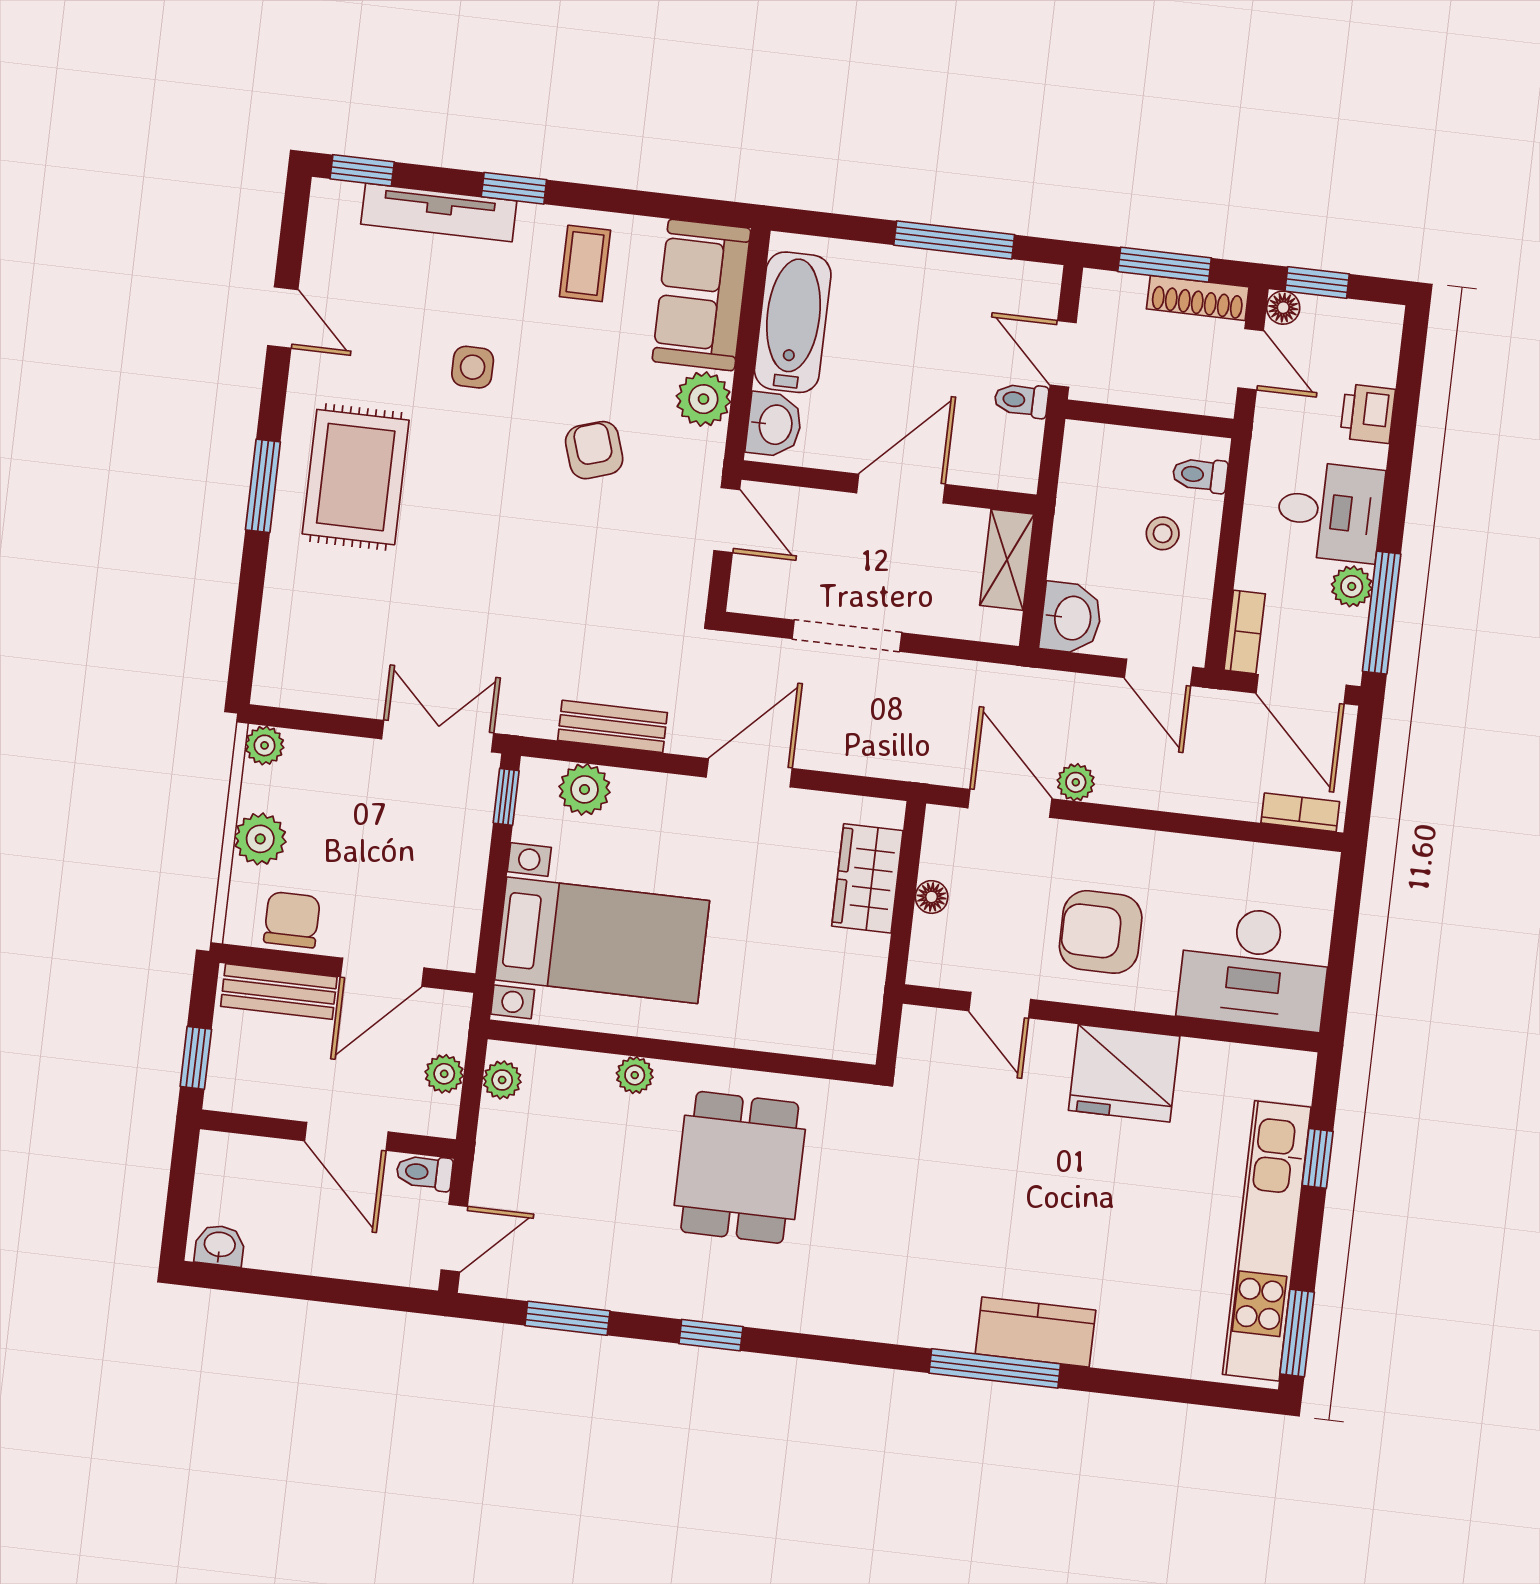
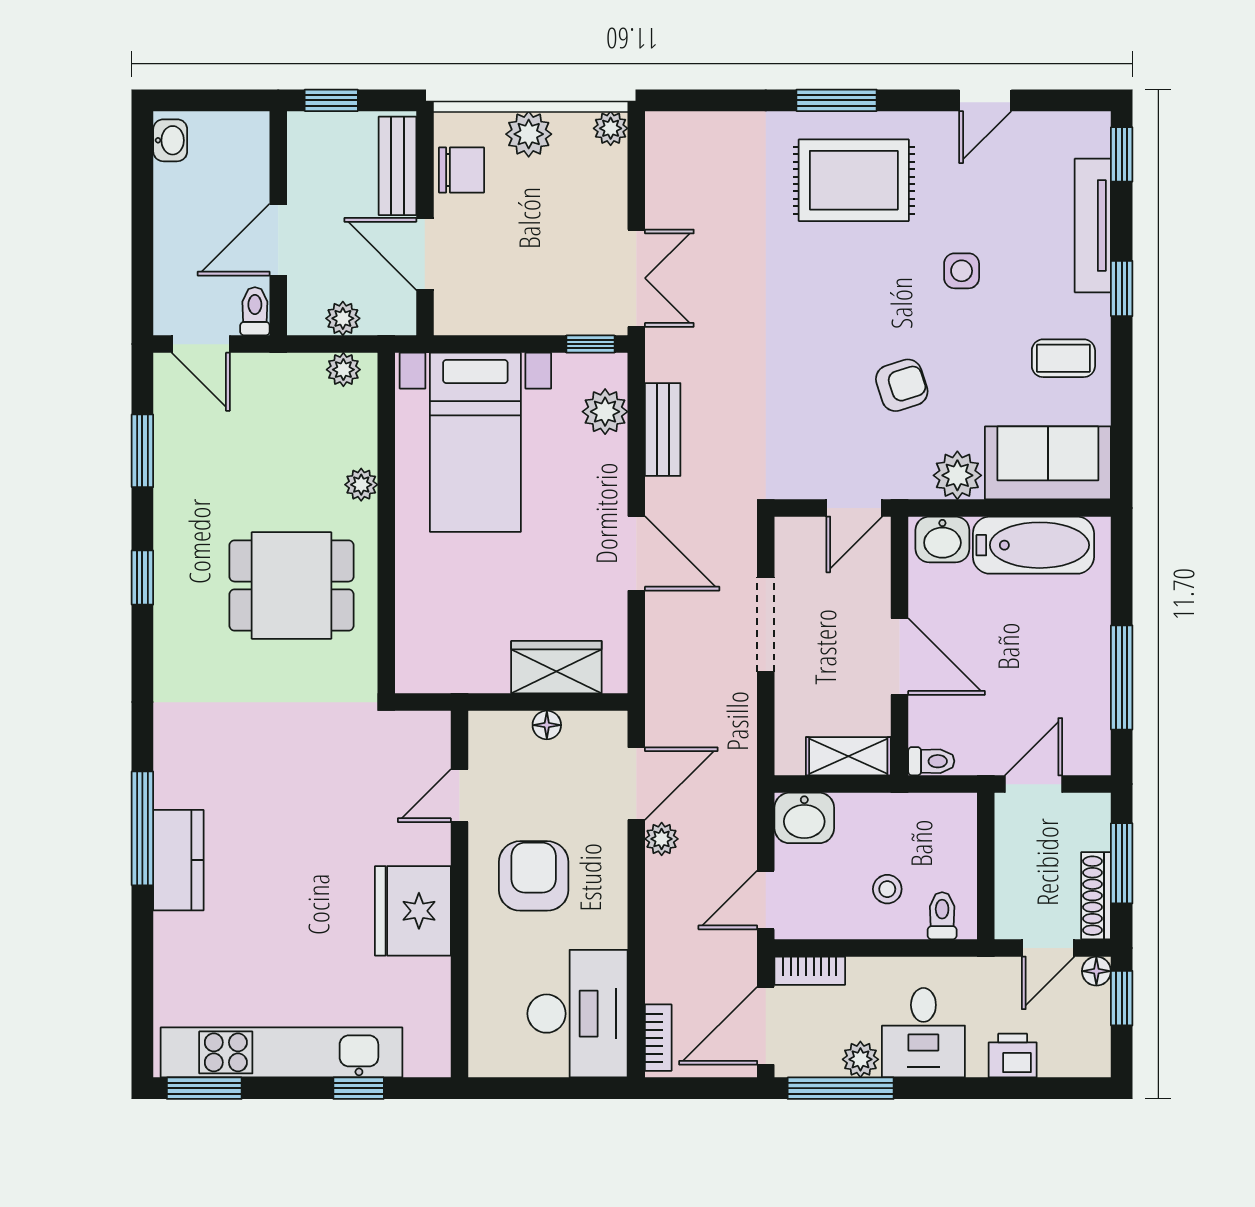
toilet: (1021, 400) -> (931, 761), moved, turned 90
desk: (1254, 968) -> (578, 1014), moved, turned 180

